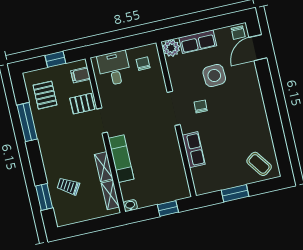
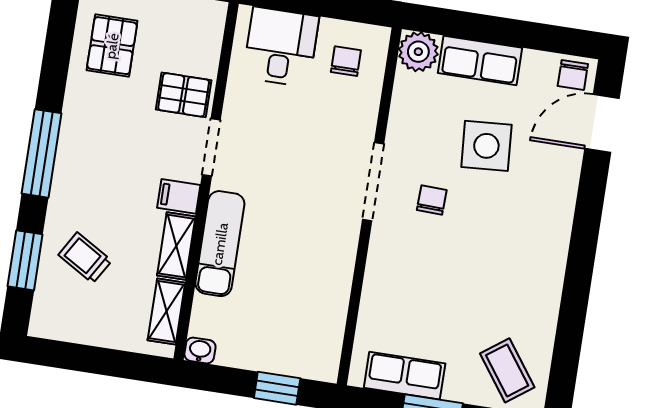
filing cabinet: (81, 75) -> (179, 196), moved
window: (27, 122) -> (42, 153), moved
row of seats: (194, 150) -> (405, 376), moved, turned -90

